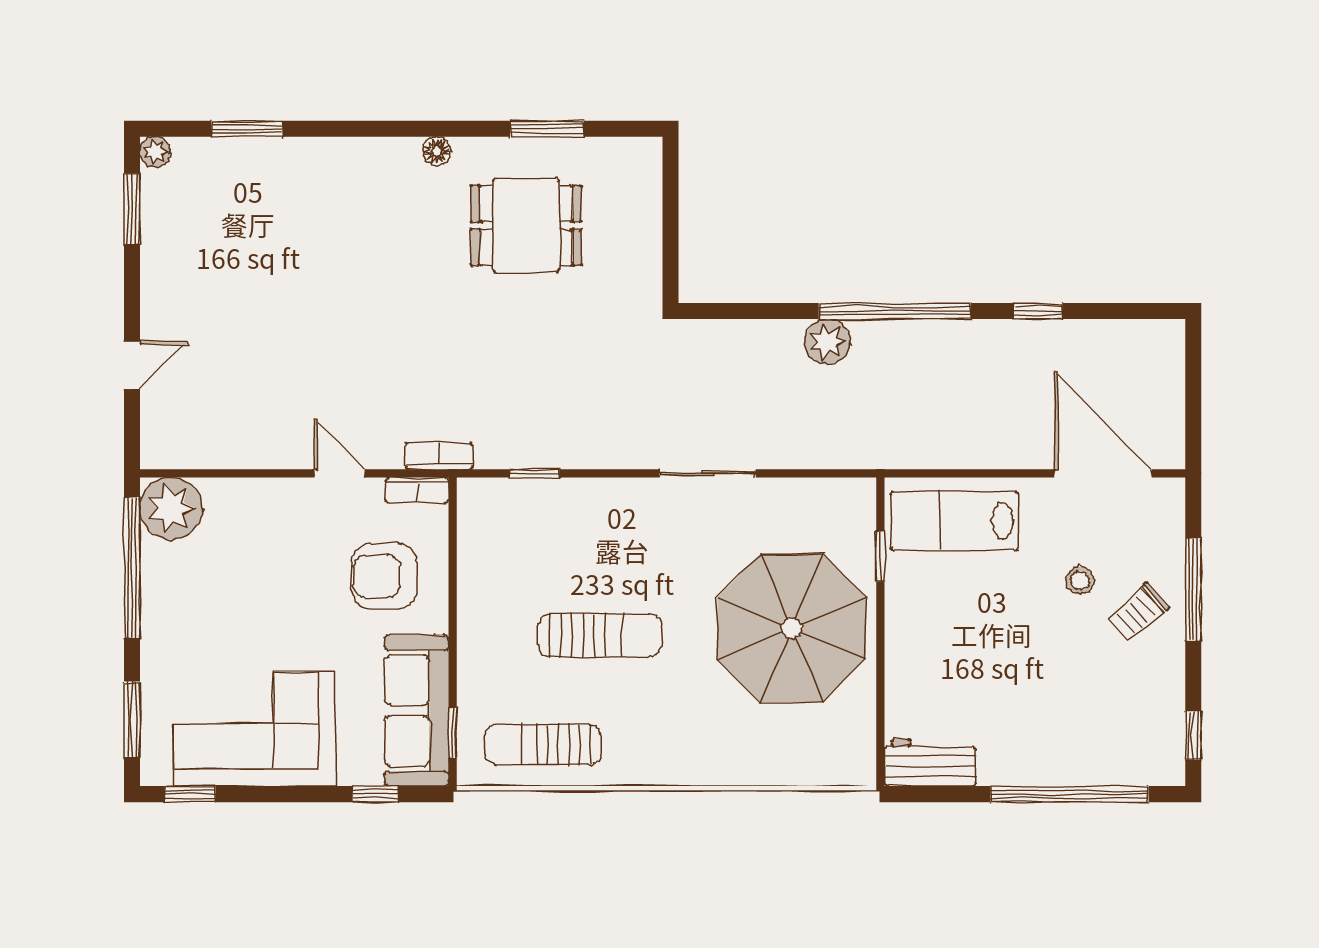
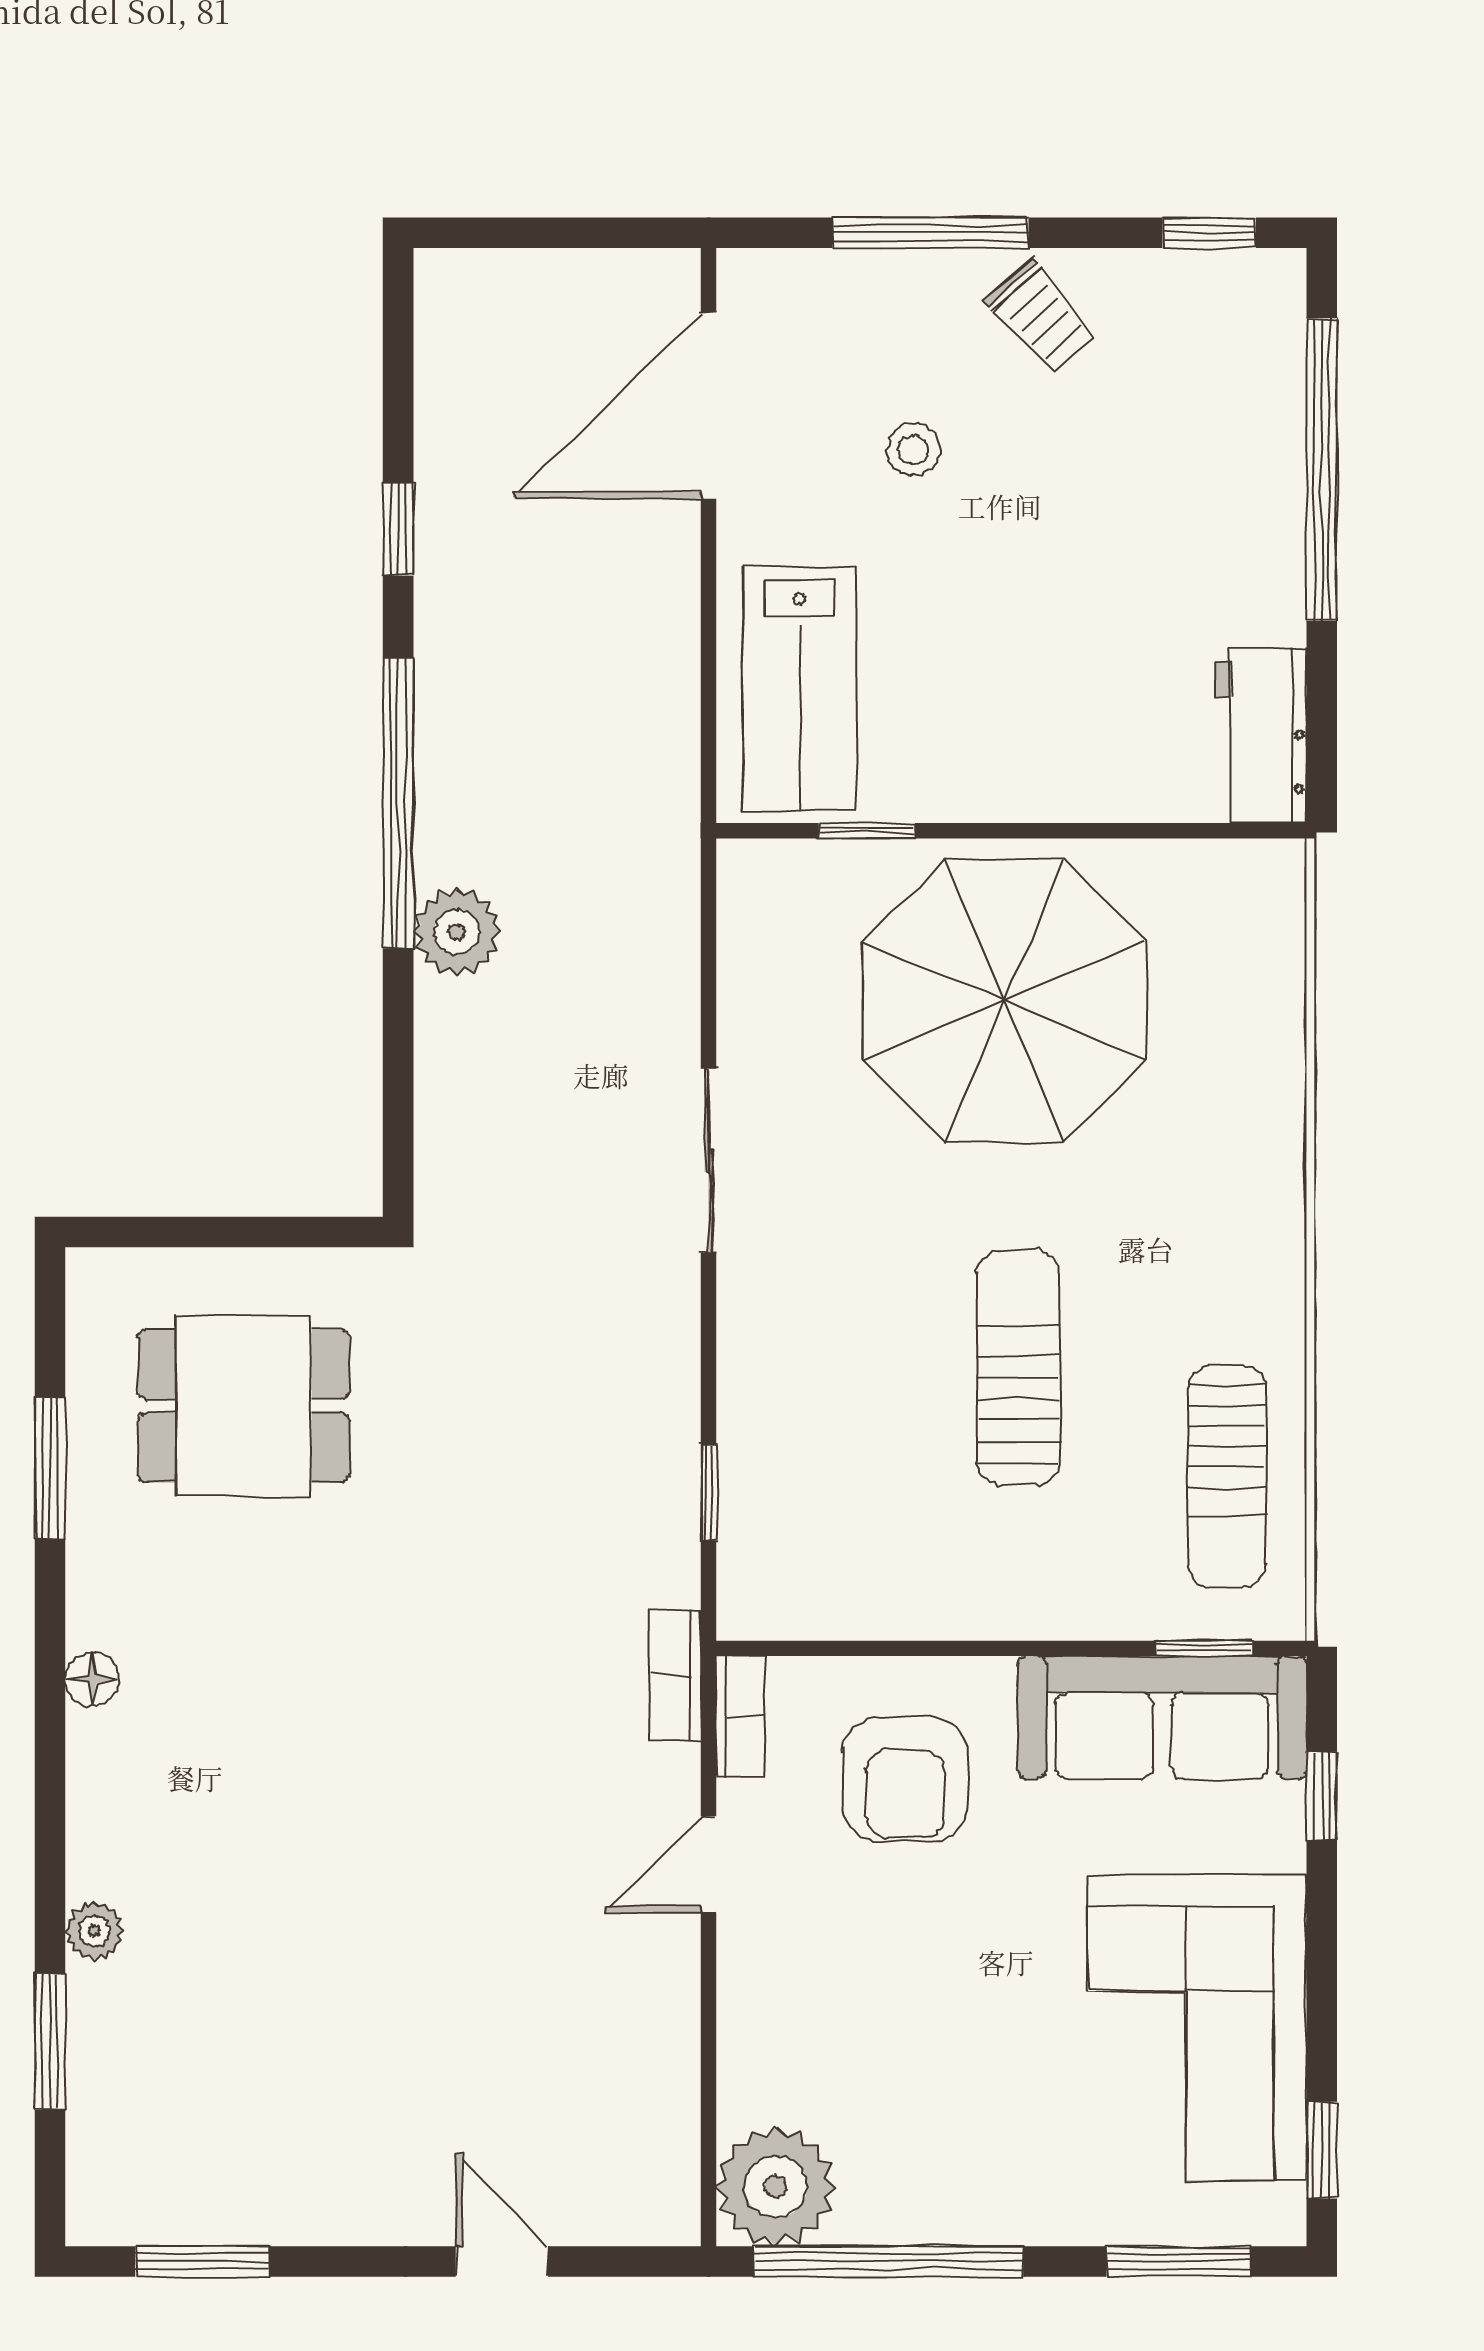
plant: (155, 152) -> (94, 1931), moved
dining table: (526, 225) -> (244, 1406), moved, turned 90
trolley: (1138, 613) -> (1041, 316), moved

